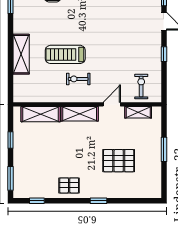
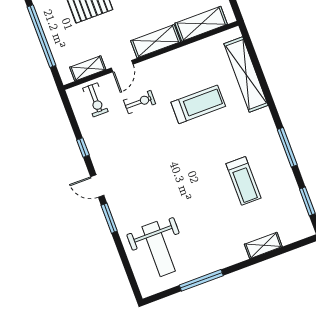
shelving: (21, 54) -> (246, 74), width x1.47
exercise bike: (78, 79) -> (140, 102), moved
window: (164, 149) -> (41, 36), width x2.11

